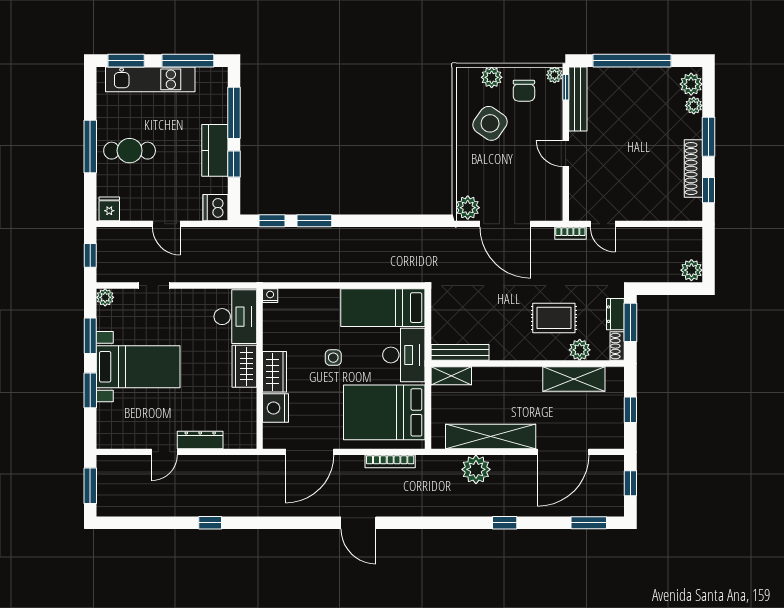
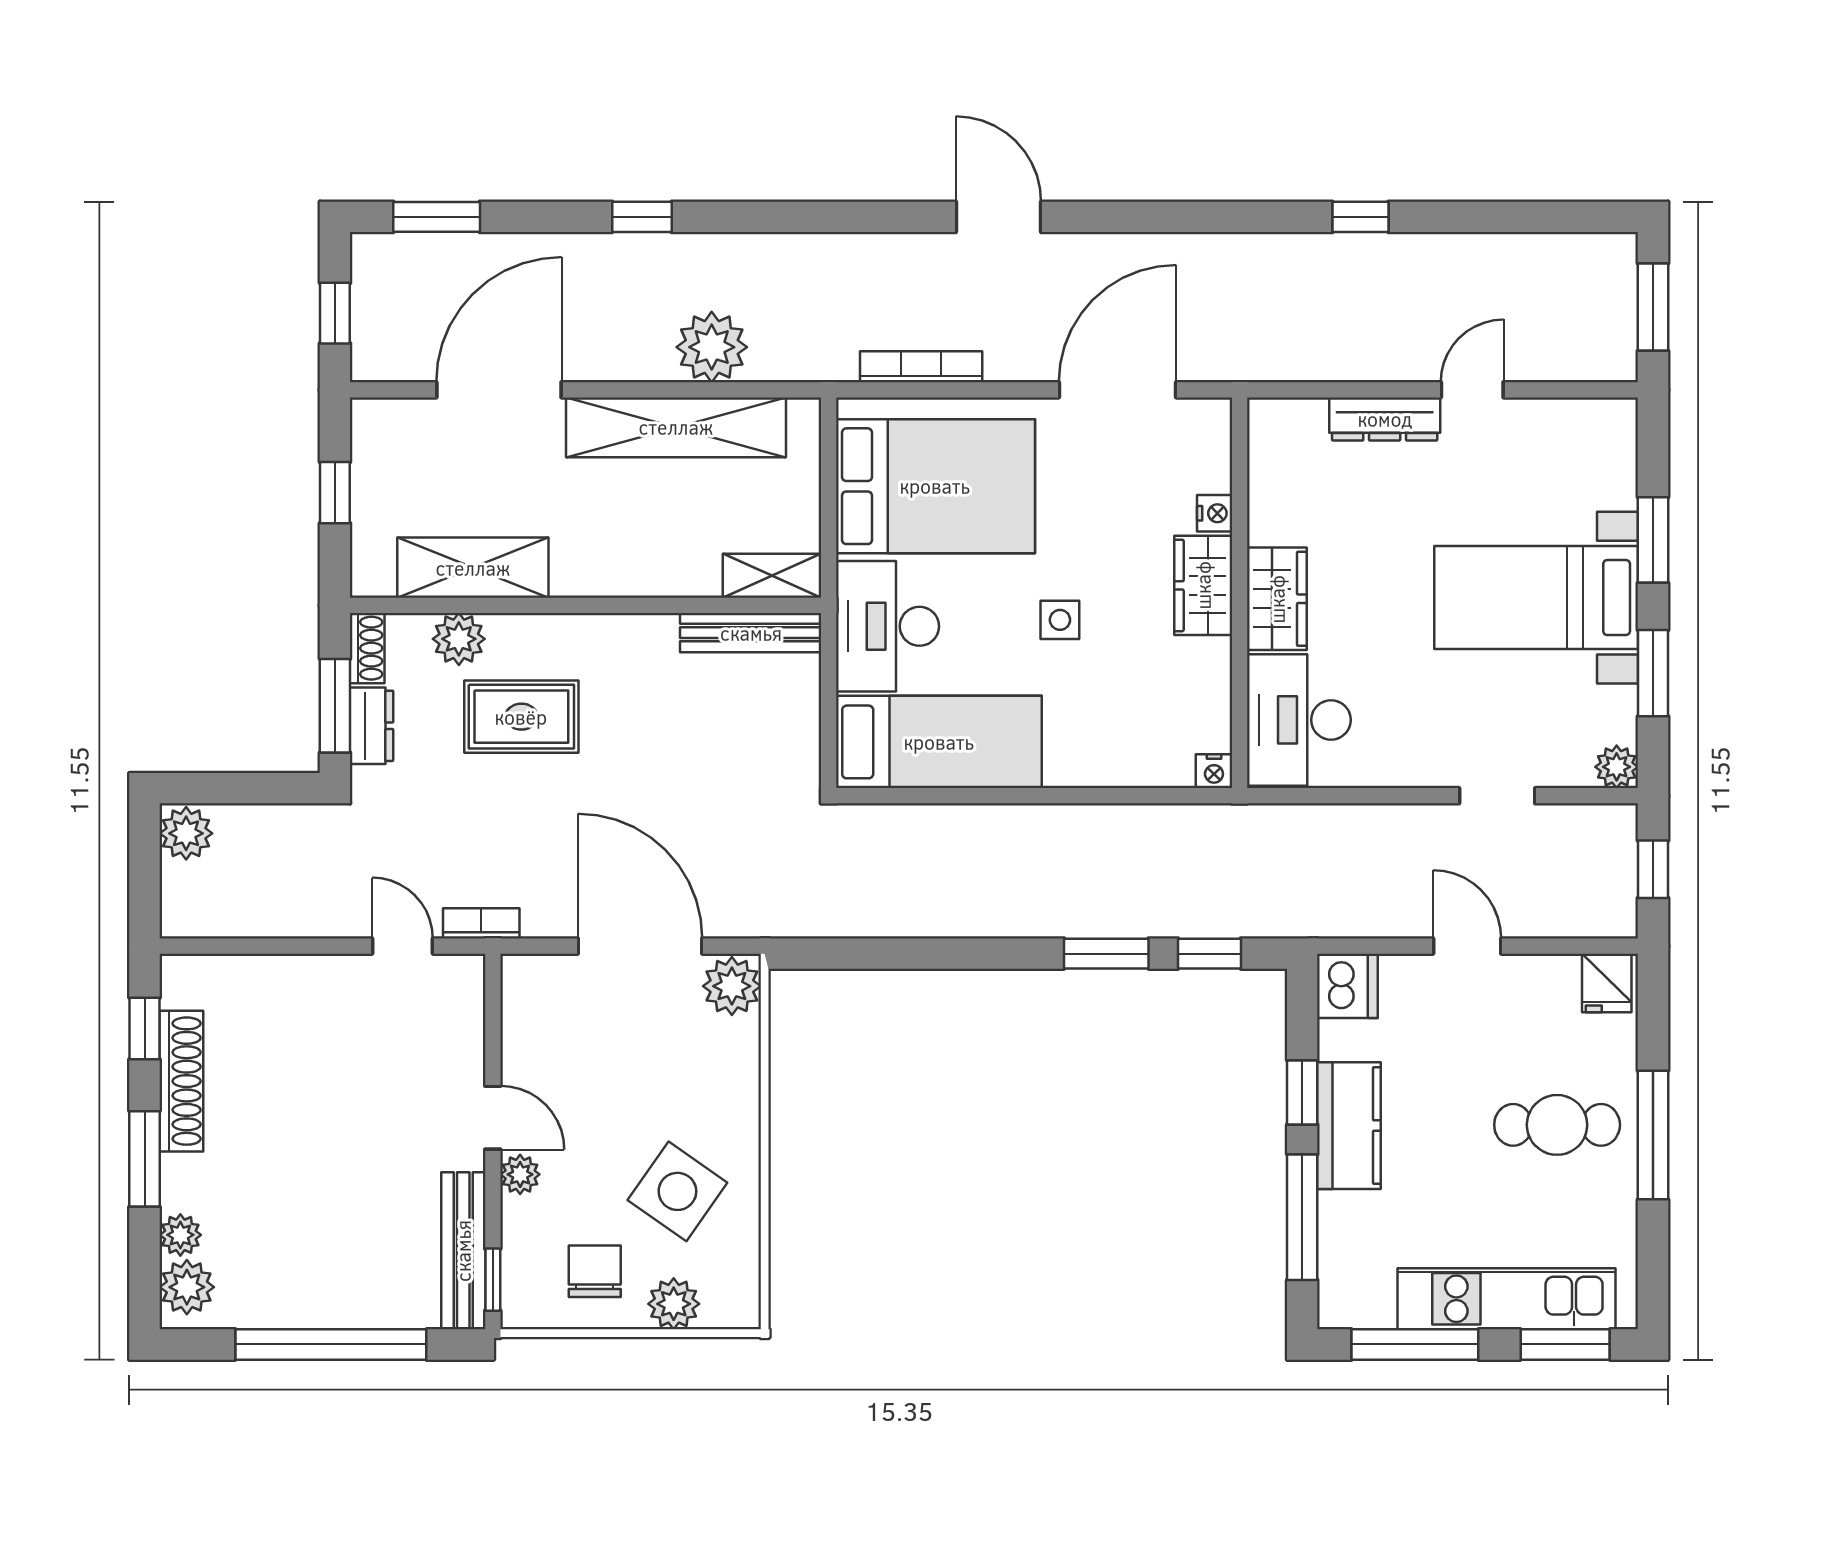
plant: (555, 75) -> (520, 1174), moved
nightstand: (276, 408) -> (1215, 513), width x0.53, depth x0.56

